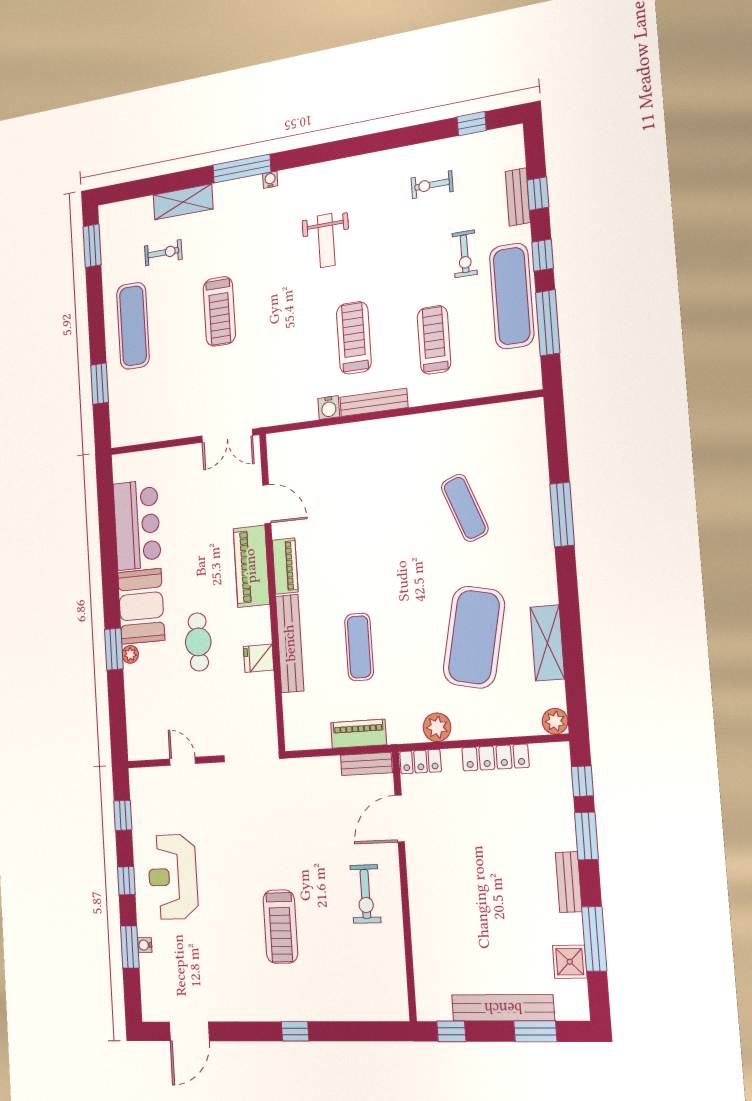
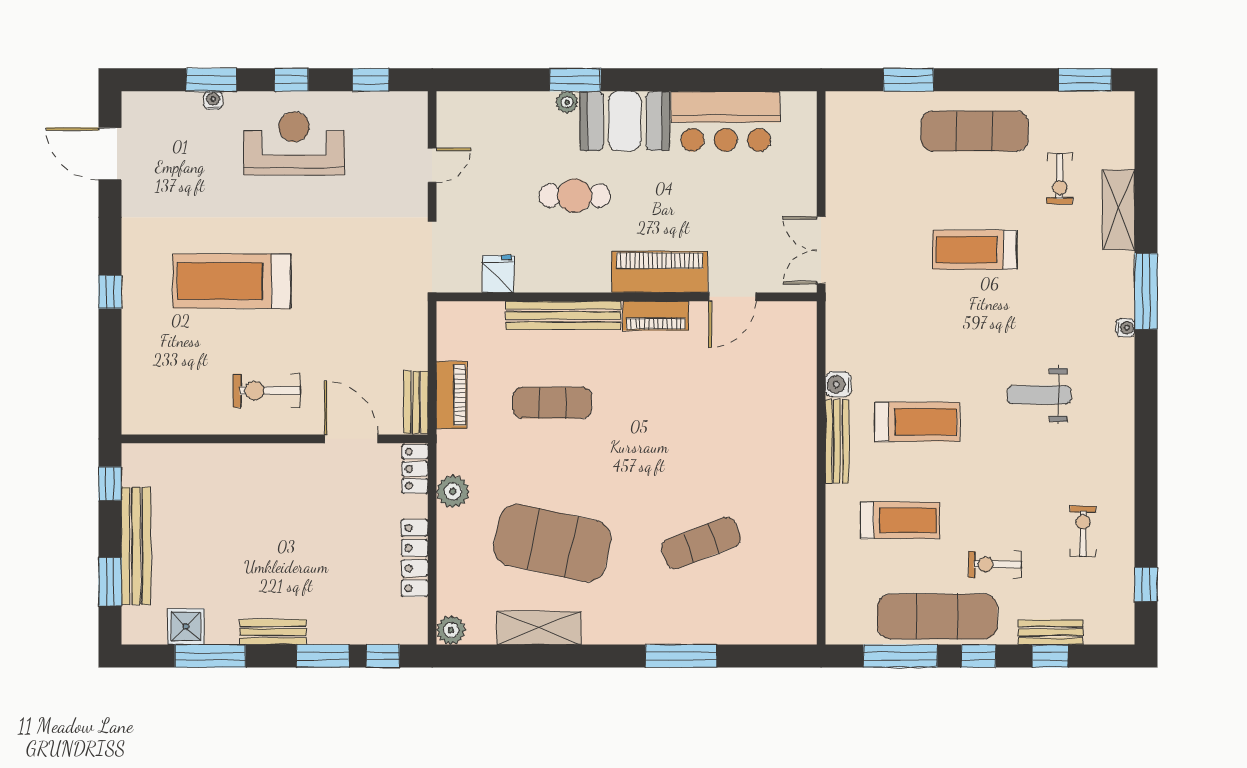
fridge: (259, 658) -> (498, 274), moved
treadmill: (280, 927) -> (232, 281), width x1.37, depth x1.38

